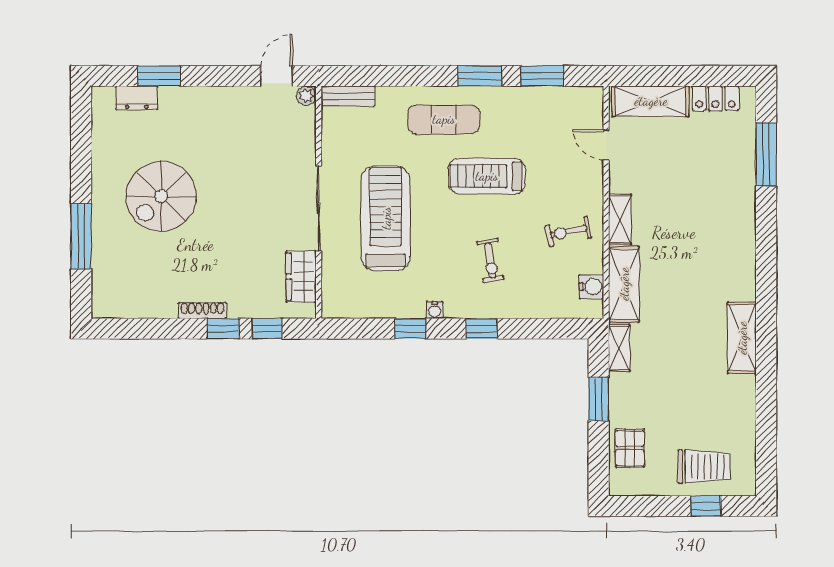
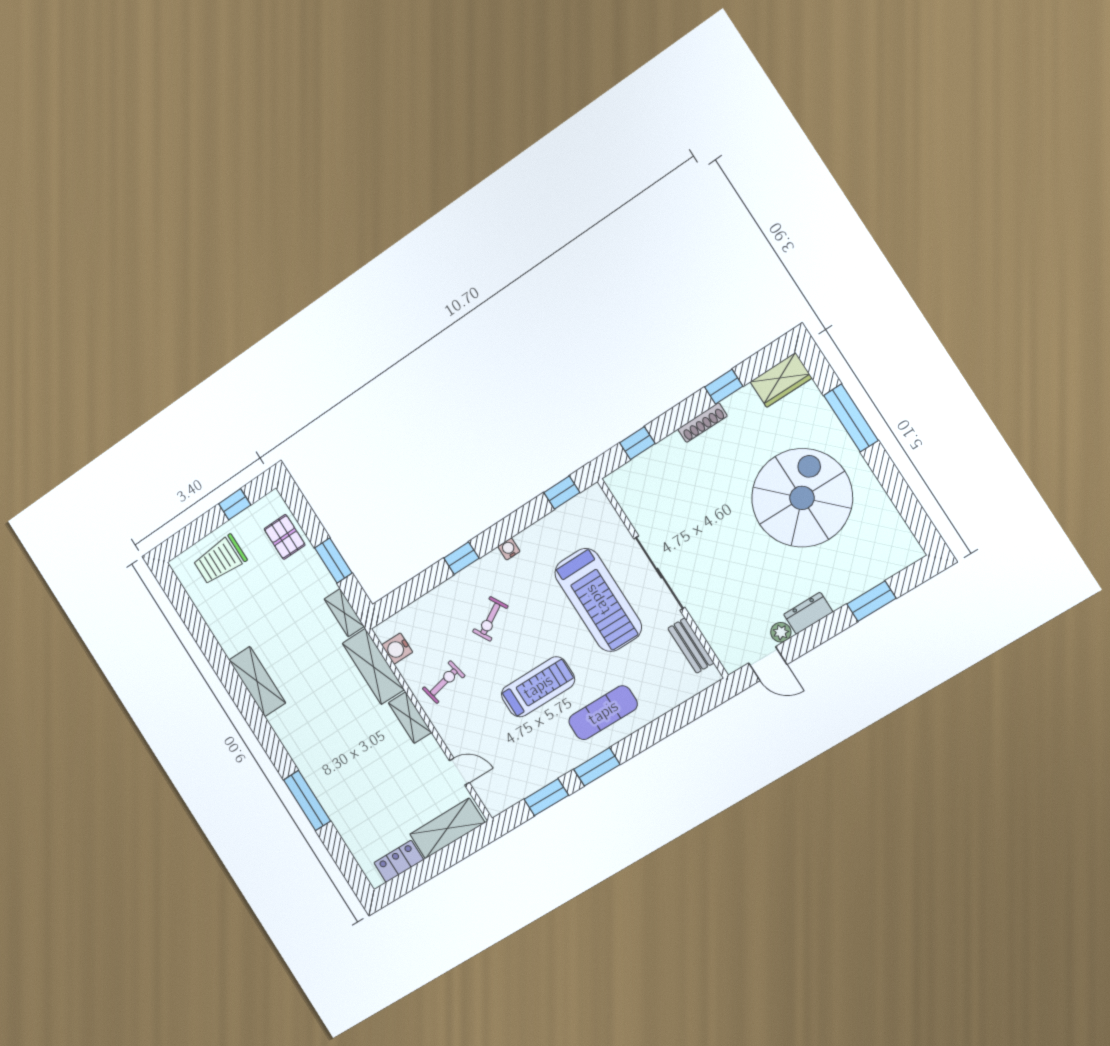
door: (277, 76) -> (768, 664), hinge flipped
plant: (306, 96) -> (781, 632), moved
bench: (348, 96) -> (691, 646), moved, turned 90
dresser: (137, 98) -> (808, 613), moved
window: (766, 154) -> (307, 801), moved
spiral stairs: (161, 196) -> (802, 498), width x1.37, depth x1.37
exercise bike: (490, 261) -> (490, 619), turned -111
wardrobe: (301, 277) -> (781, 380), moved, turned 90
window: (223, 329) -> (724, 387), moved
window: (410, 329) -> (562, 493), moved
window: (706, 506) -> (235, 504), moved

